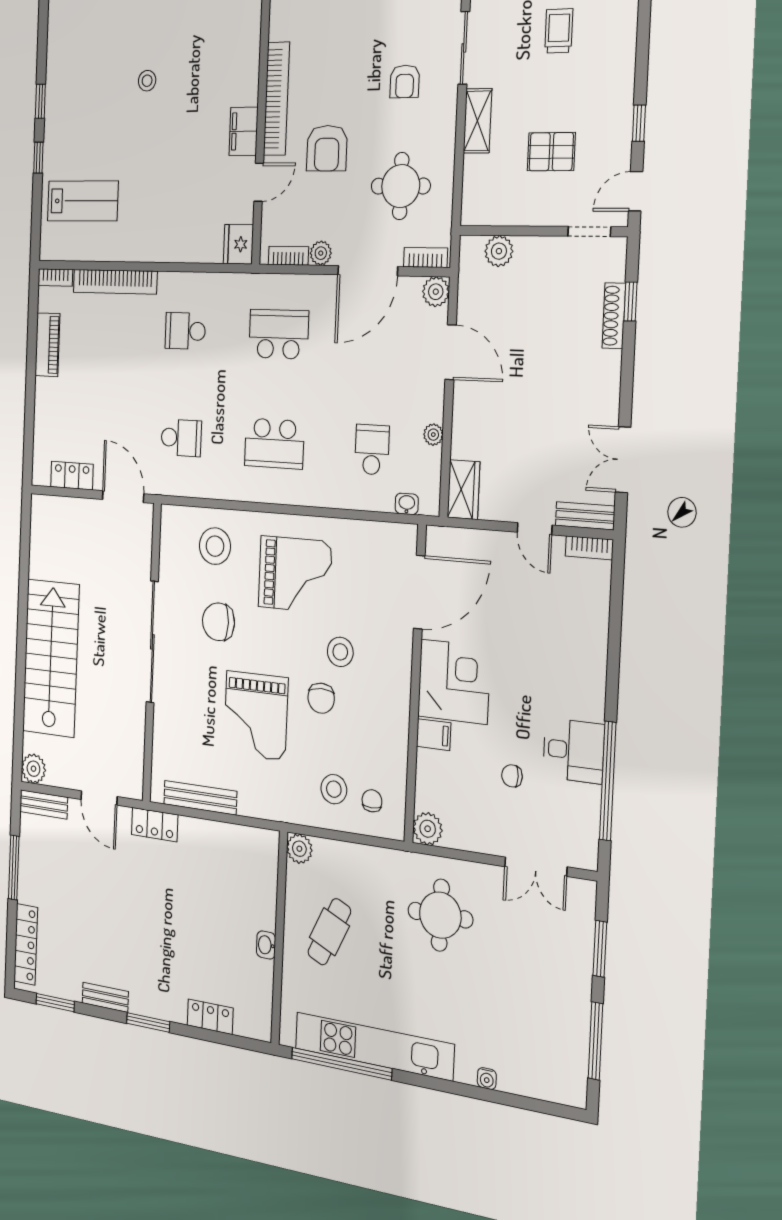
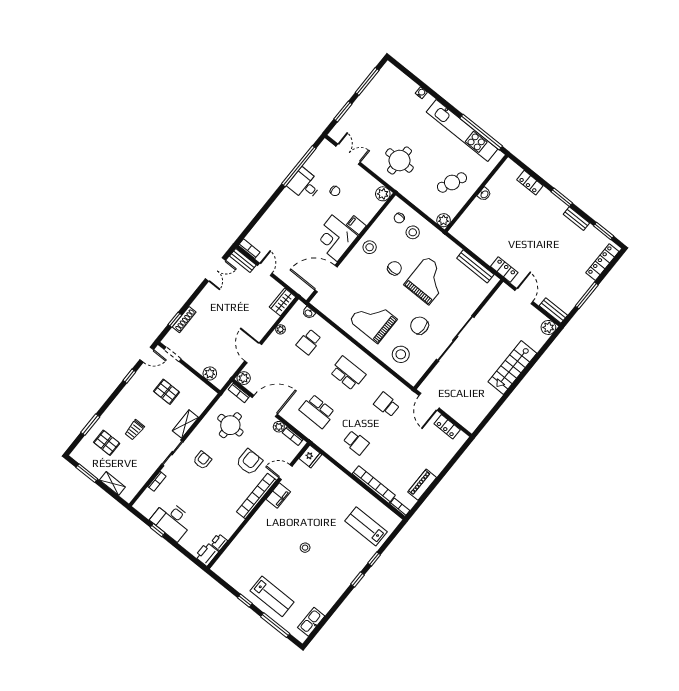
chair: (219, 622) -> (419, 326), turned 180
stool: (340, 652) -> (370, 247), moved
stairs: (51, 658) -> (512, 368), width x0.73, depth x0.66

